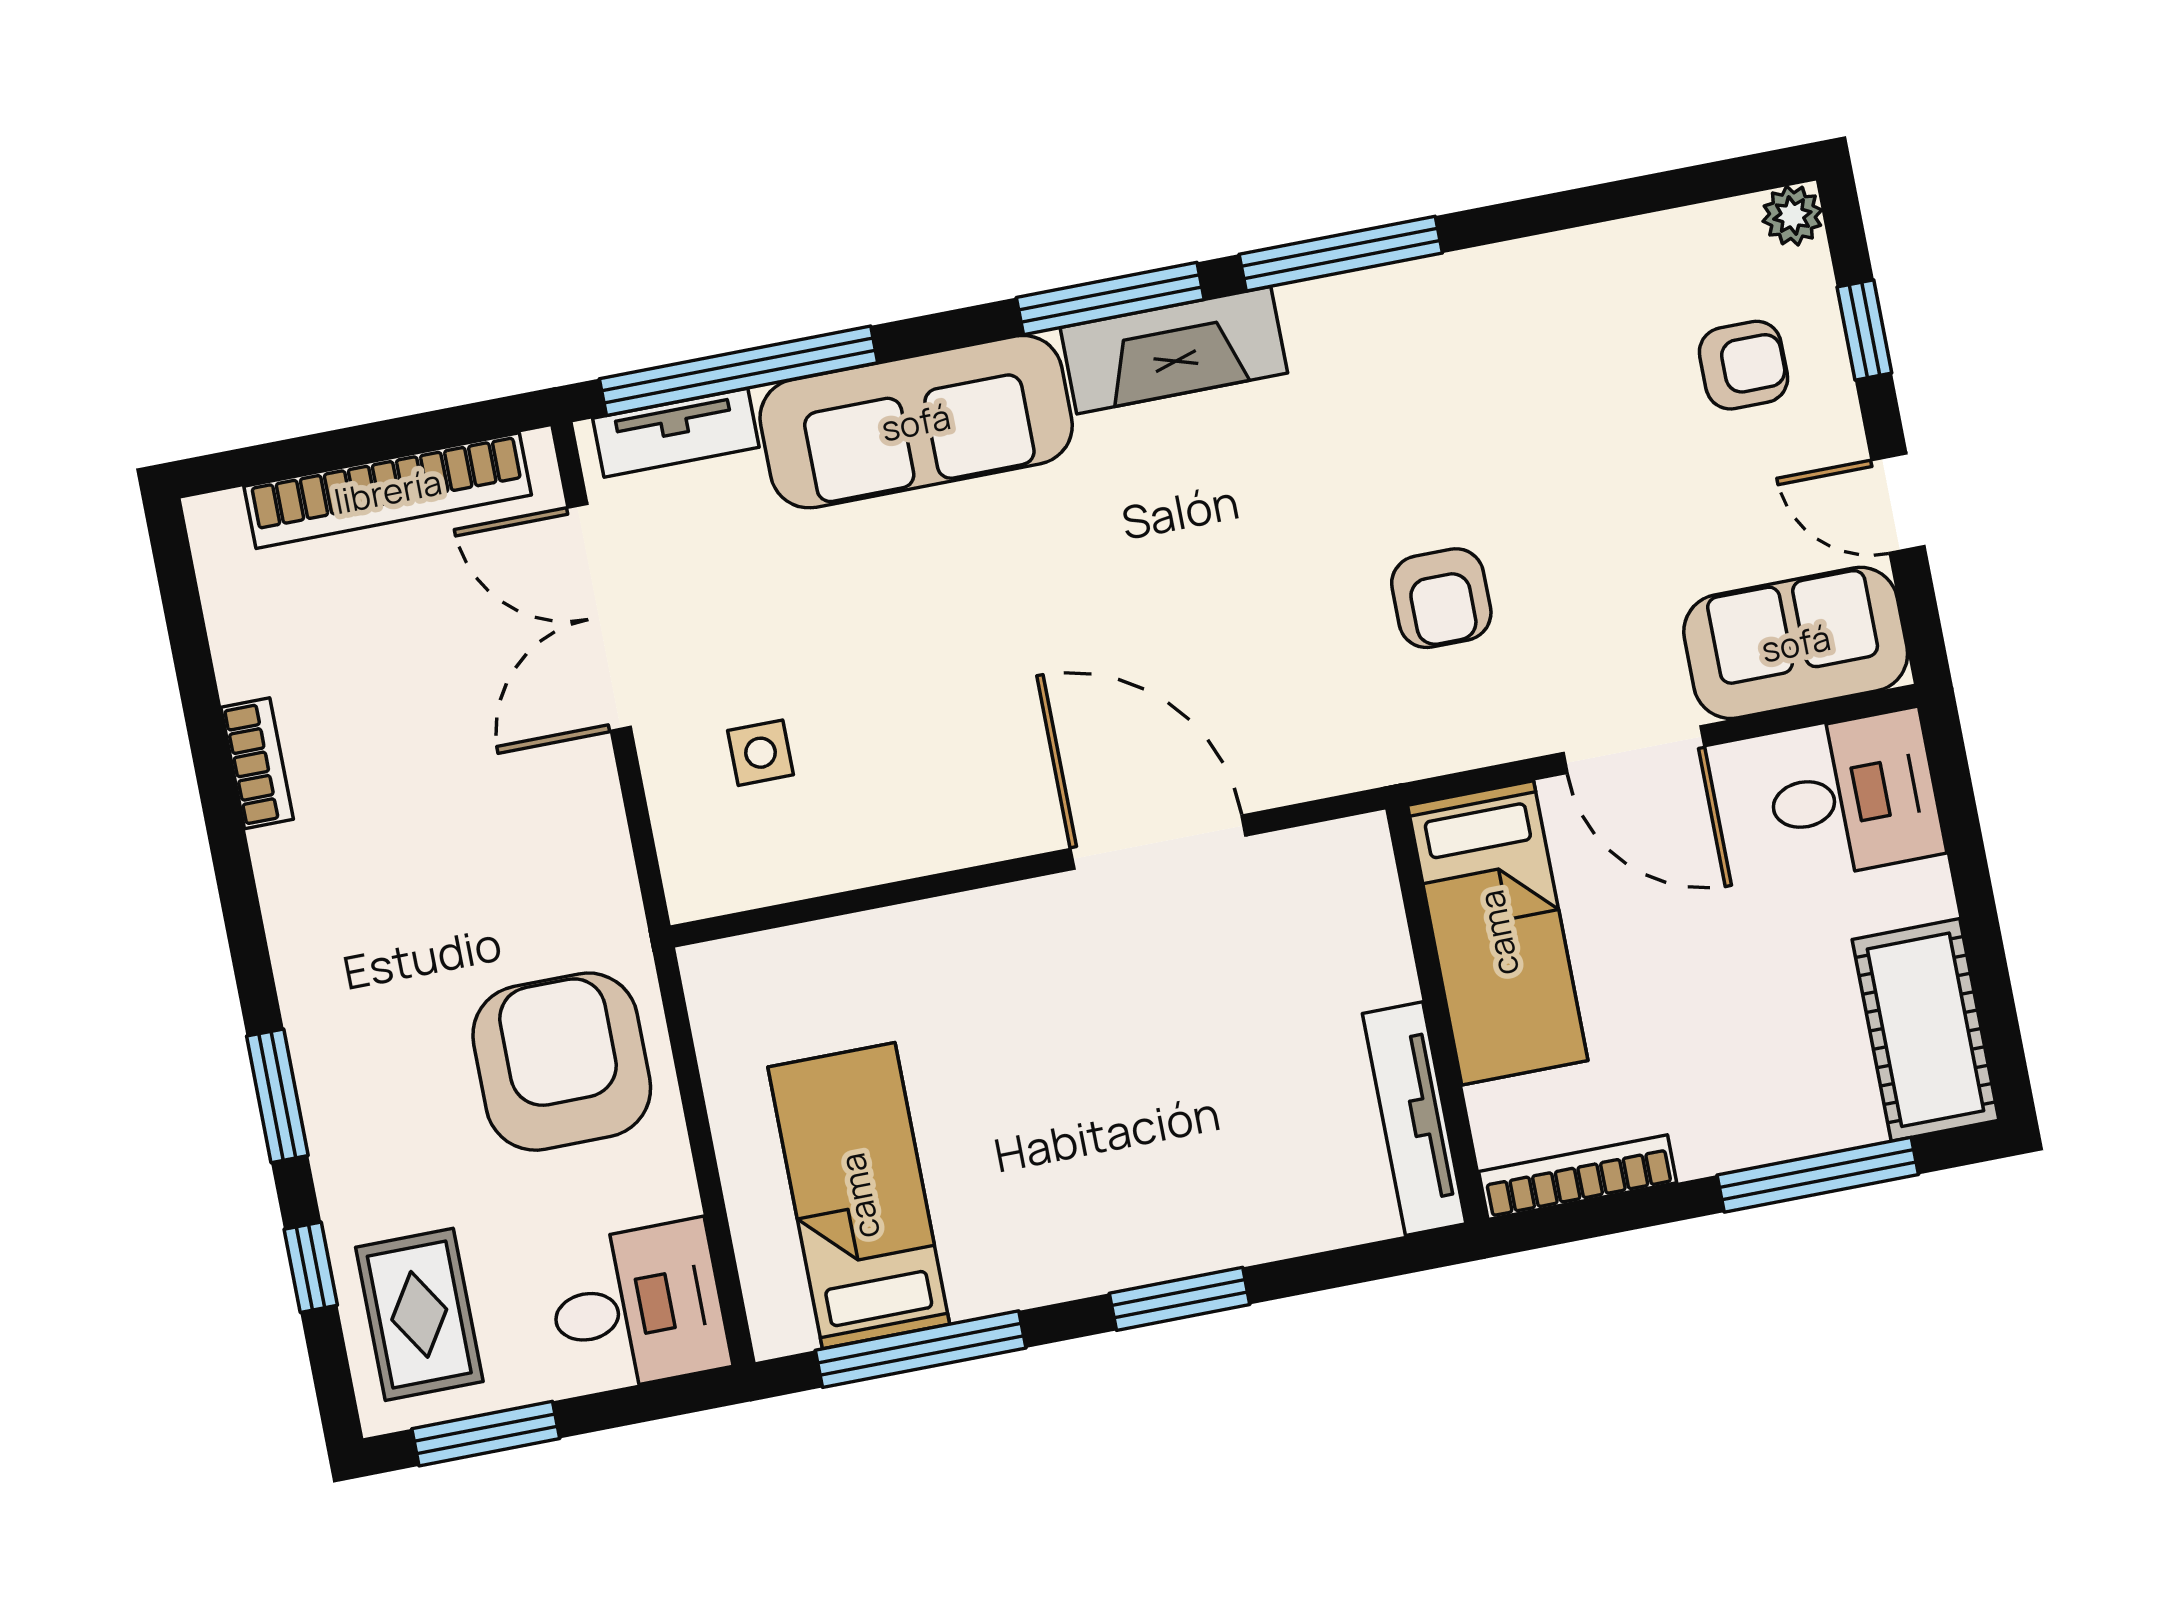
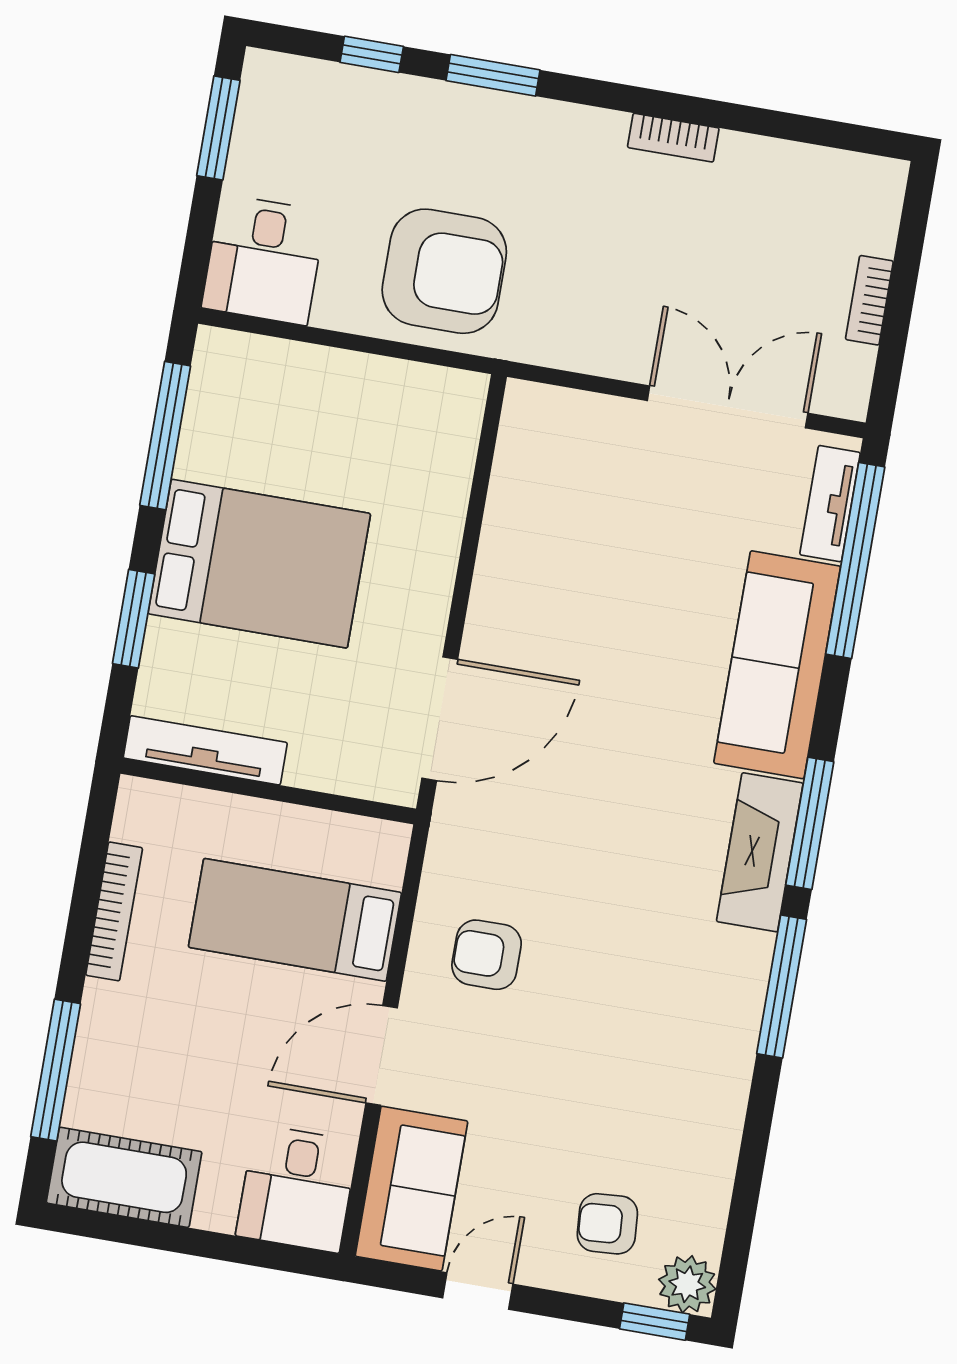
plant: (1792, 216) -> (687, 1284), width x1.38, depth x1.38
window: (1864, 330) -> (655, 1322), moved
armchair: (1743, 365) -> (607, 1224), turned 86
bookcase: (388, 491) -> (869, 300), width x0.43, depth x0.76
armchair: (1441, 598) -> (487, 955), moved
side table: (761, 753) -> (598, 479), removed
bookcase: (257, 763) -> (673, 138), moved
wall: (1437, 1015) -> (268, 791), moved
tv unit: (1414, 1119) -> (205, 750), moved
bed: (859, 1196) -> (259, 564), moved, width x1.50
rug: (419, 1314) -> (313, 114), removed

